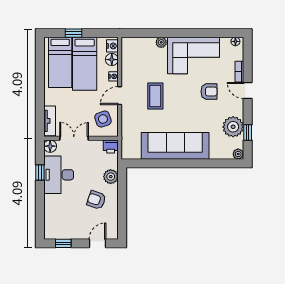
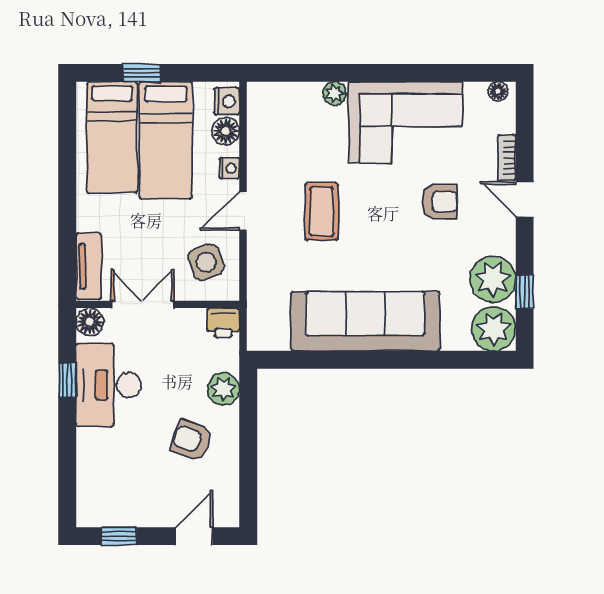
plant: (238, 154) -> (494, 329), width x1.87, depth x1.87

